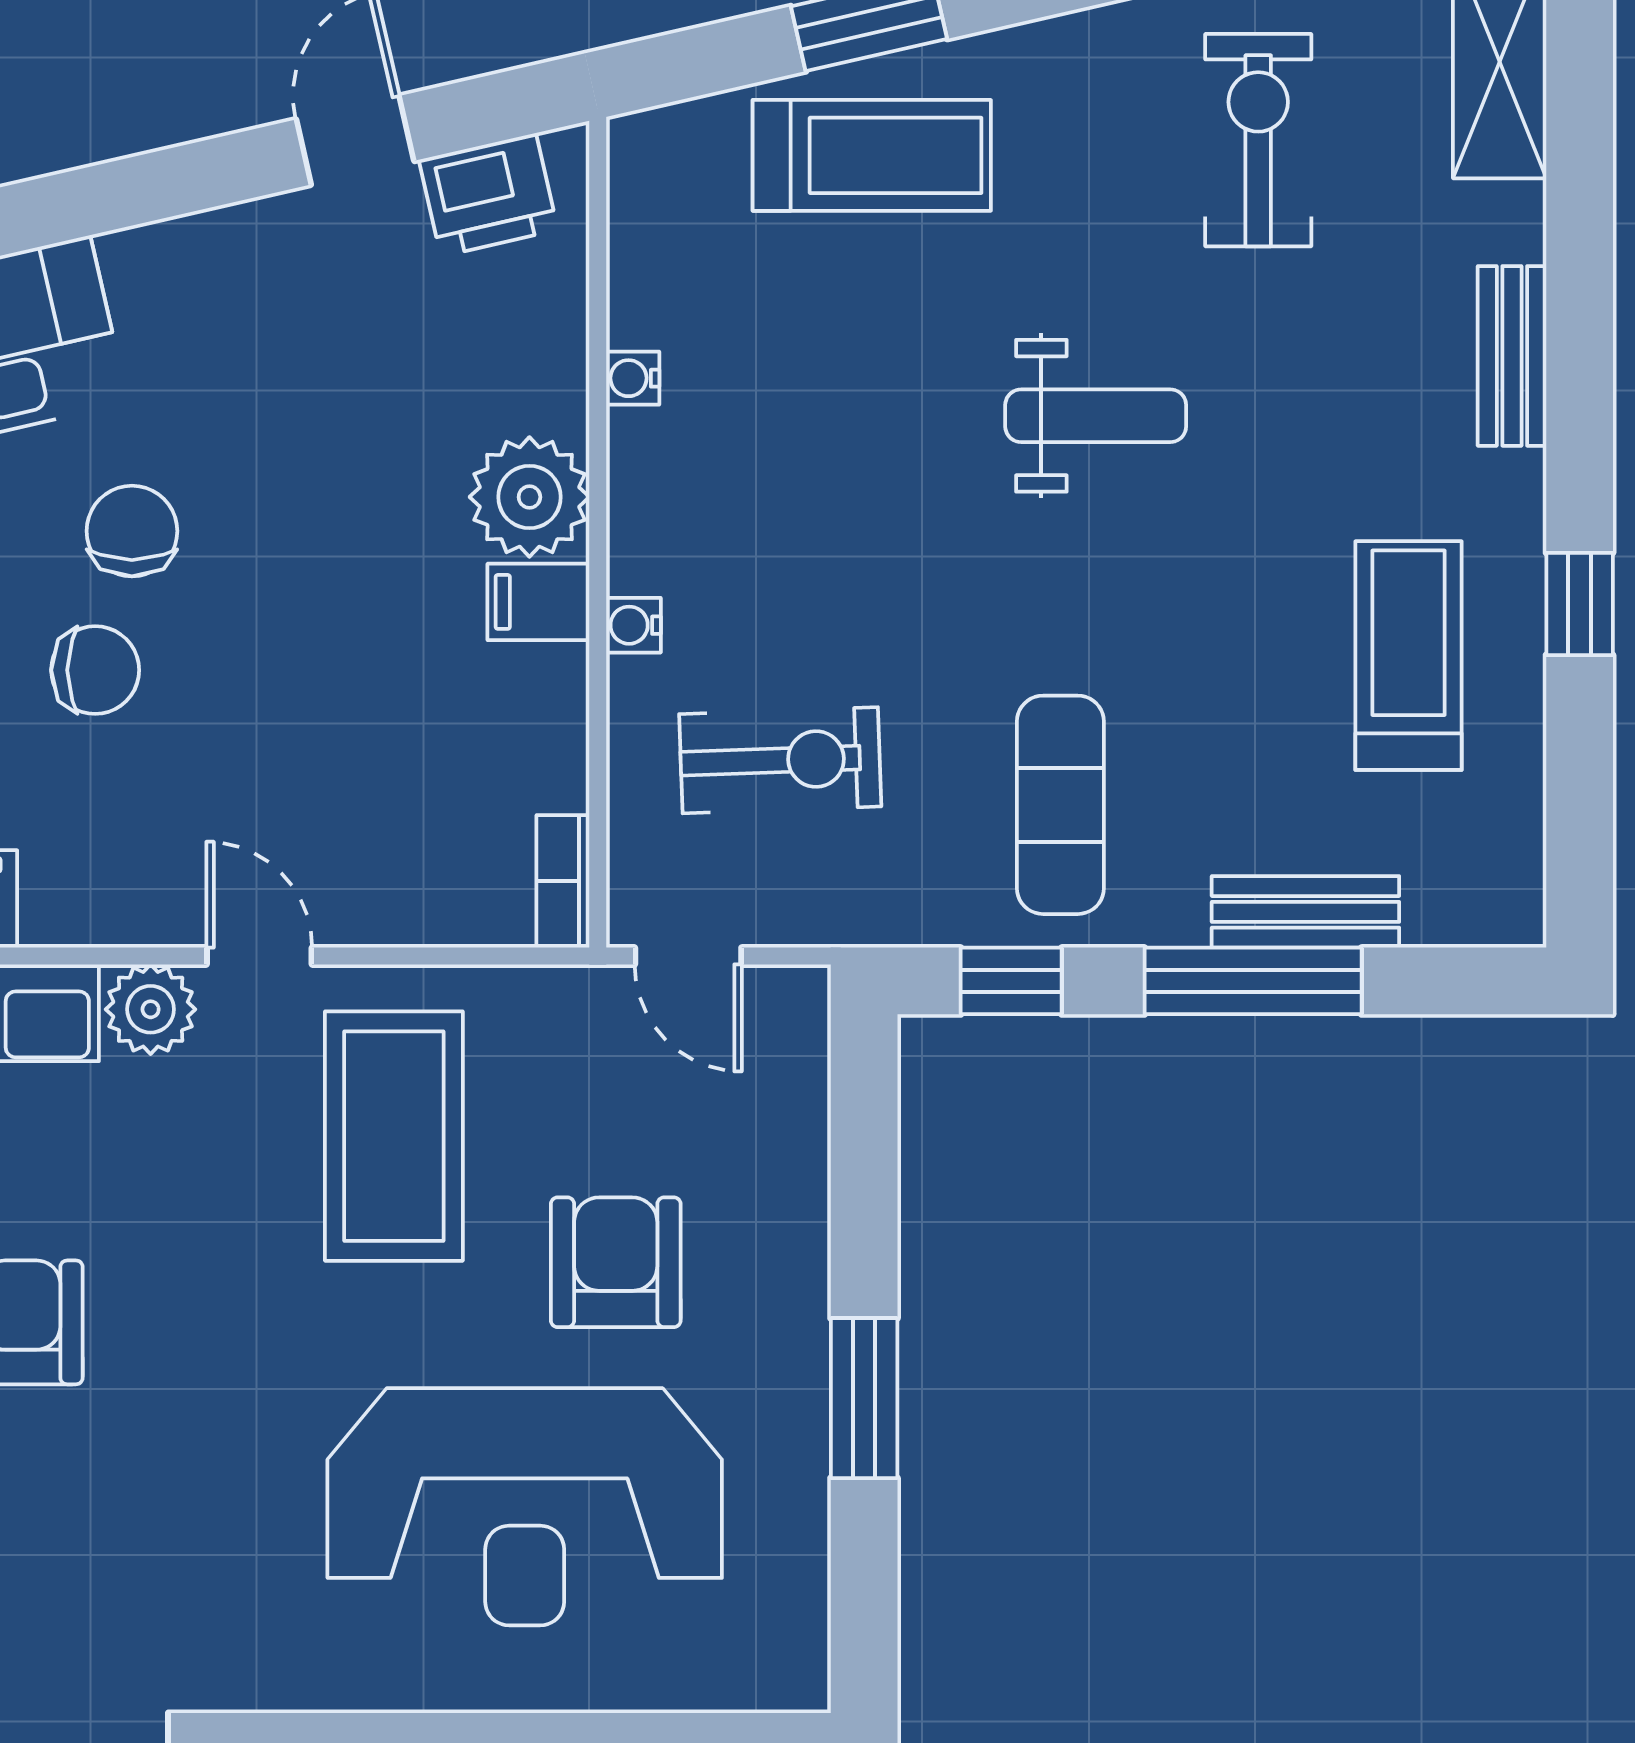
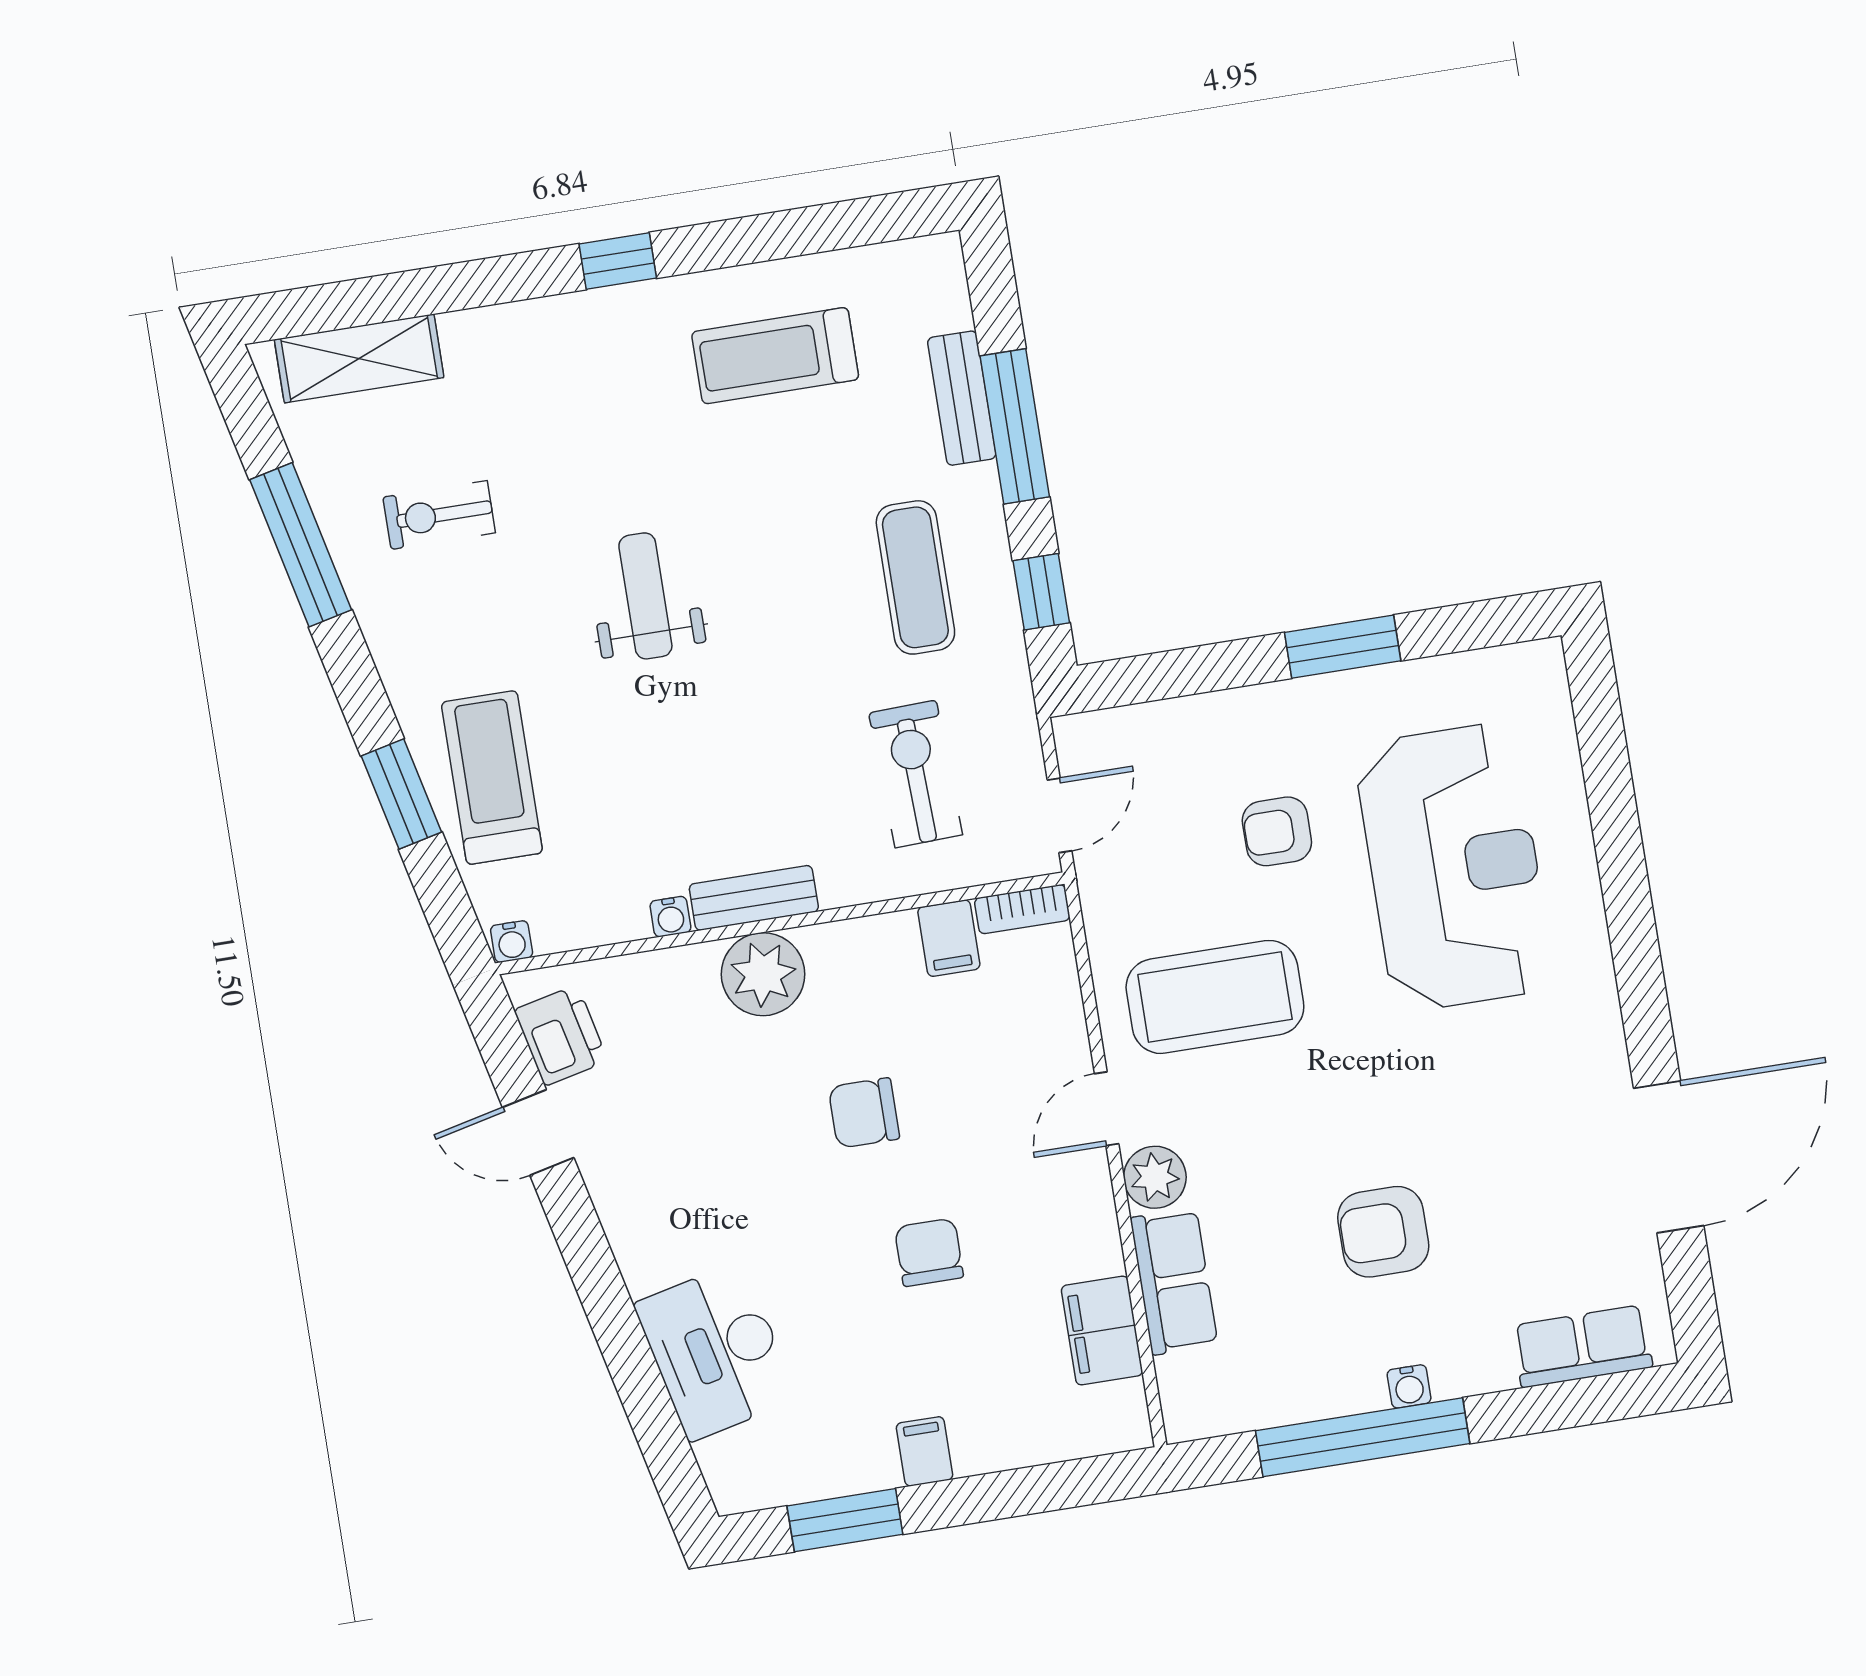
exercise bike: (1258, 140) -> (439, 515), width x0.73, depth x0.72
bench: (1512, 356) -> (754, 898), moved
chair: (132, 531) -> (864, 1113), moved
filing cabinet: (538, 602) -> (949, 938), moved
window: (1580, 604) -> (618, 261), moved
water cooler: (633, 625) -> (512, 942), moved
exercise mat: (1060, 805) -> (915, 577), turned 90
armchair: (616, 1262) -> (1277, 831), width x0.72, depth x0.72

